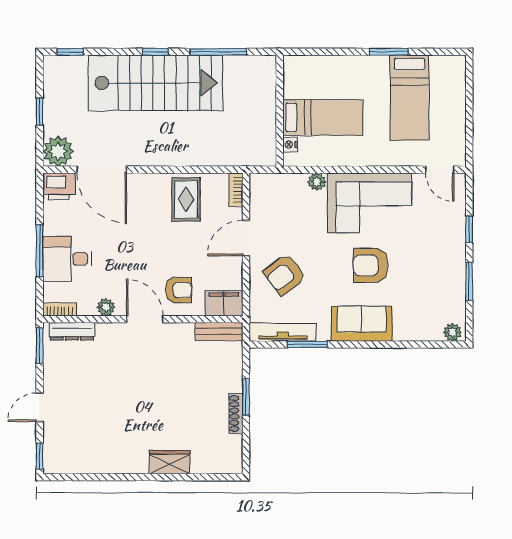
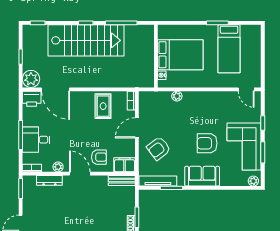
bed: (323, 117) -> (180, 55), width x1.50
corner sofa: (369, 203) -> (244, 147), moved, turned 90
dresser: (72, 331) -> (49, 180), moved

